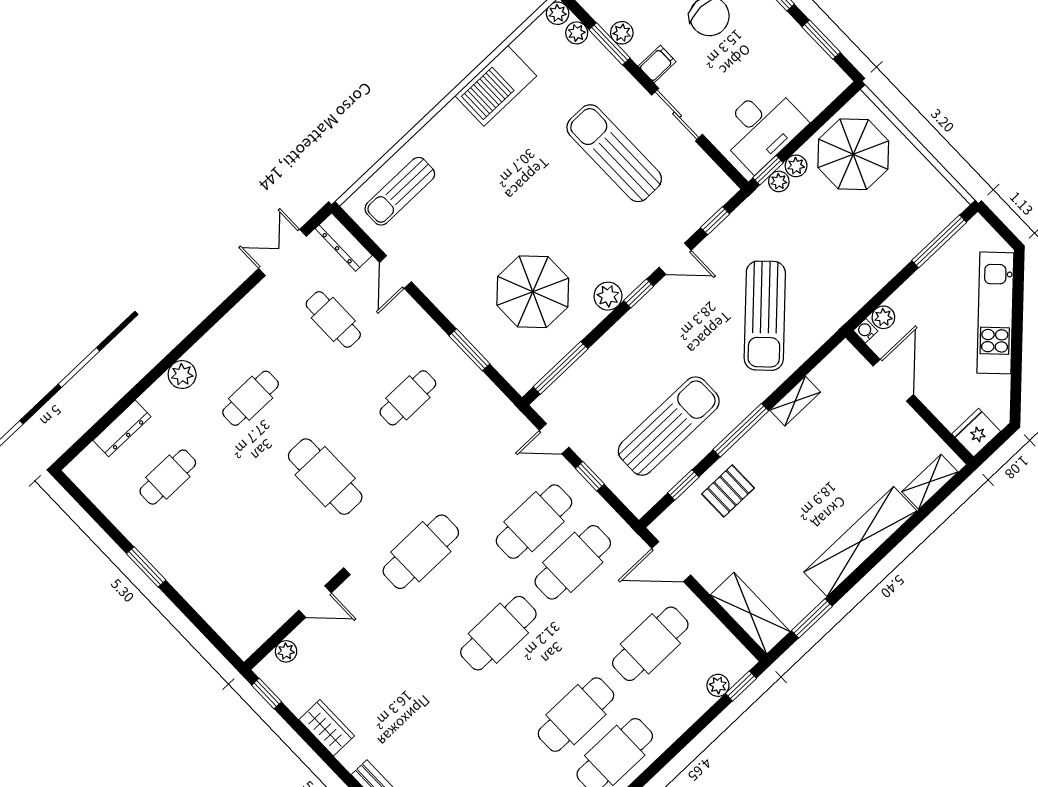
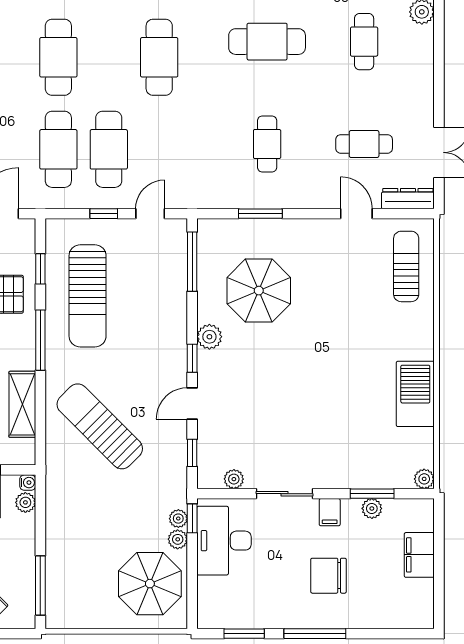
plant: (577, 33) -> (234, 479), moved
sun lounger: (614, 153) -> (298, 429), removed
shelving: (795, 401) -> (22, 404), width x1.50, depth x1.33

